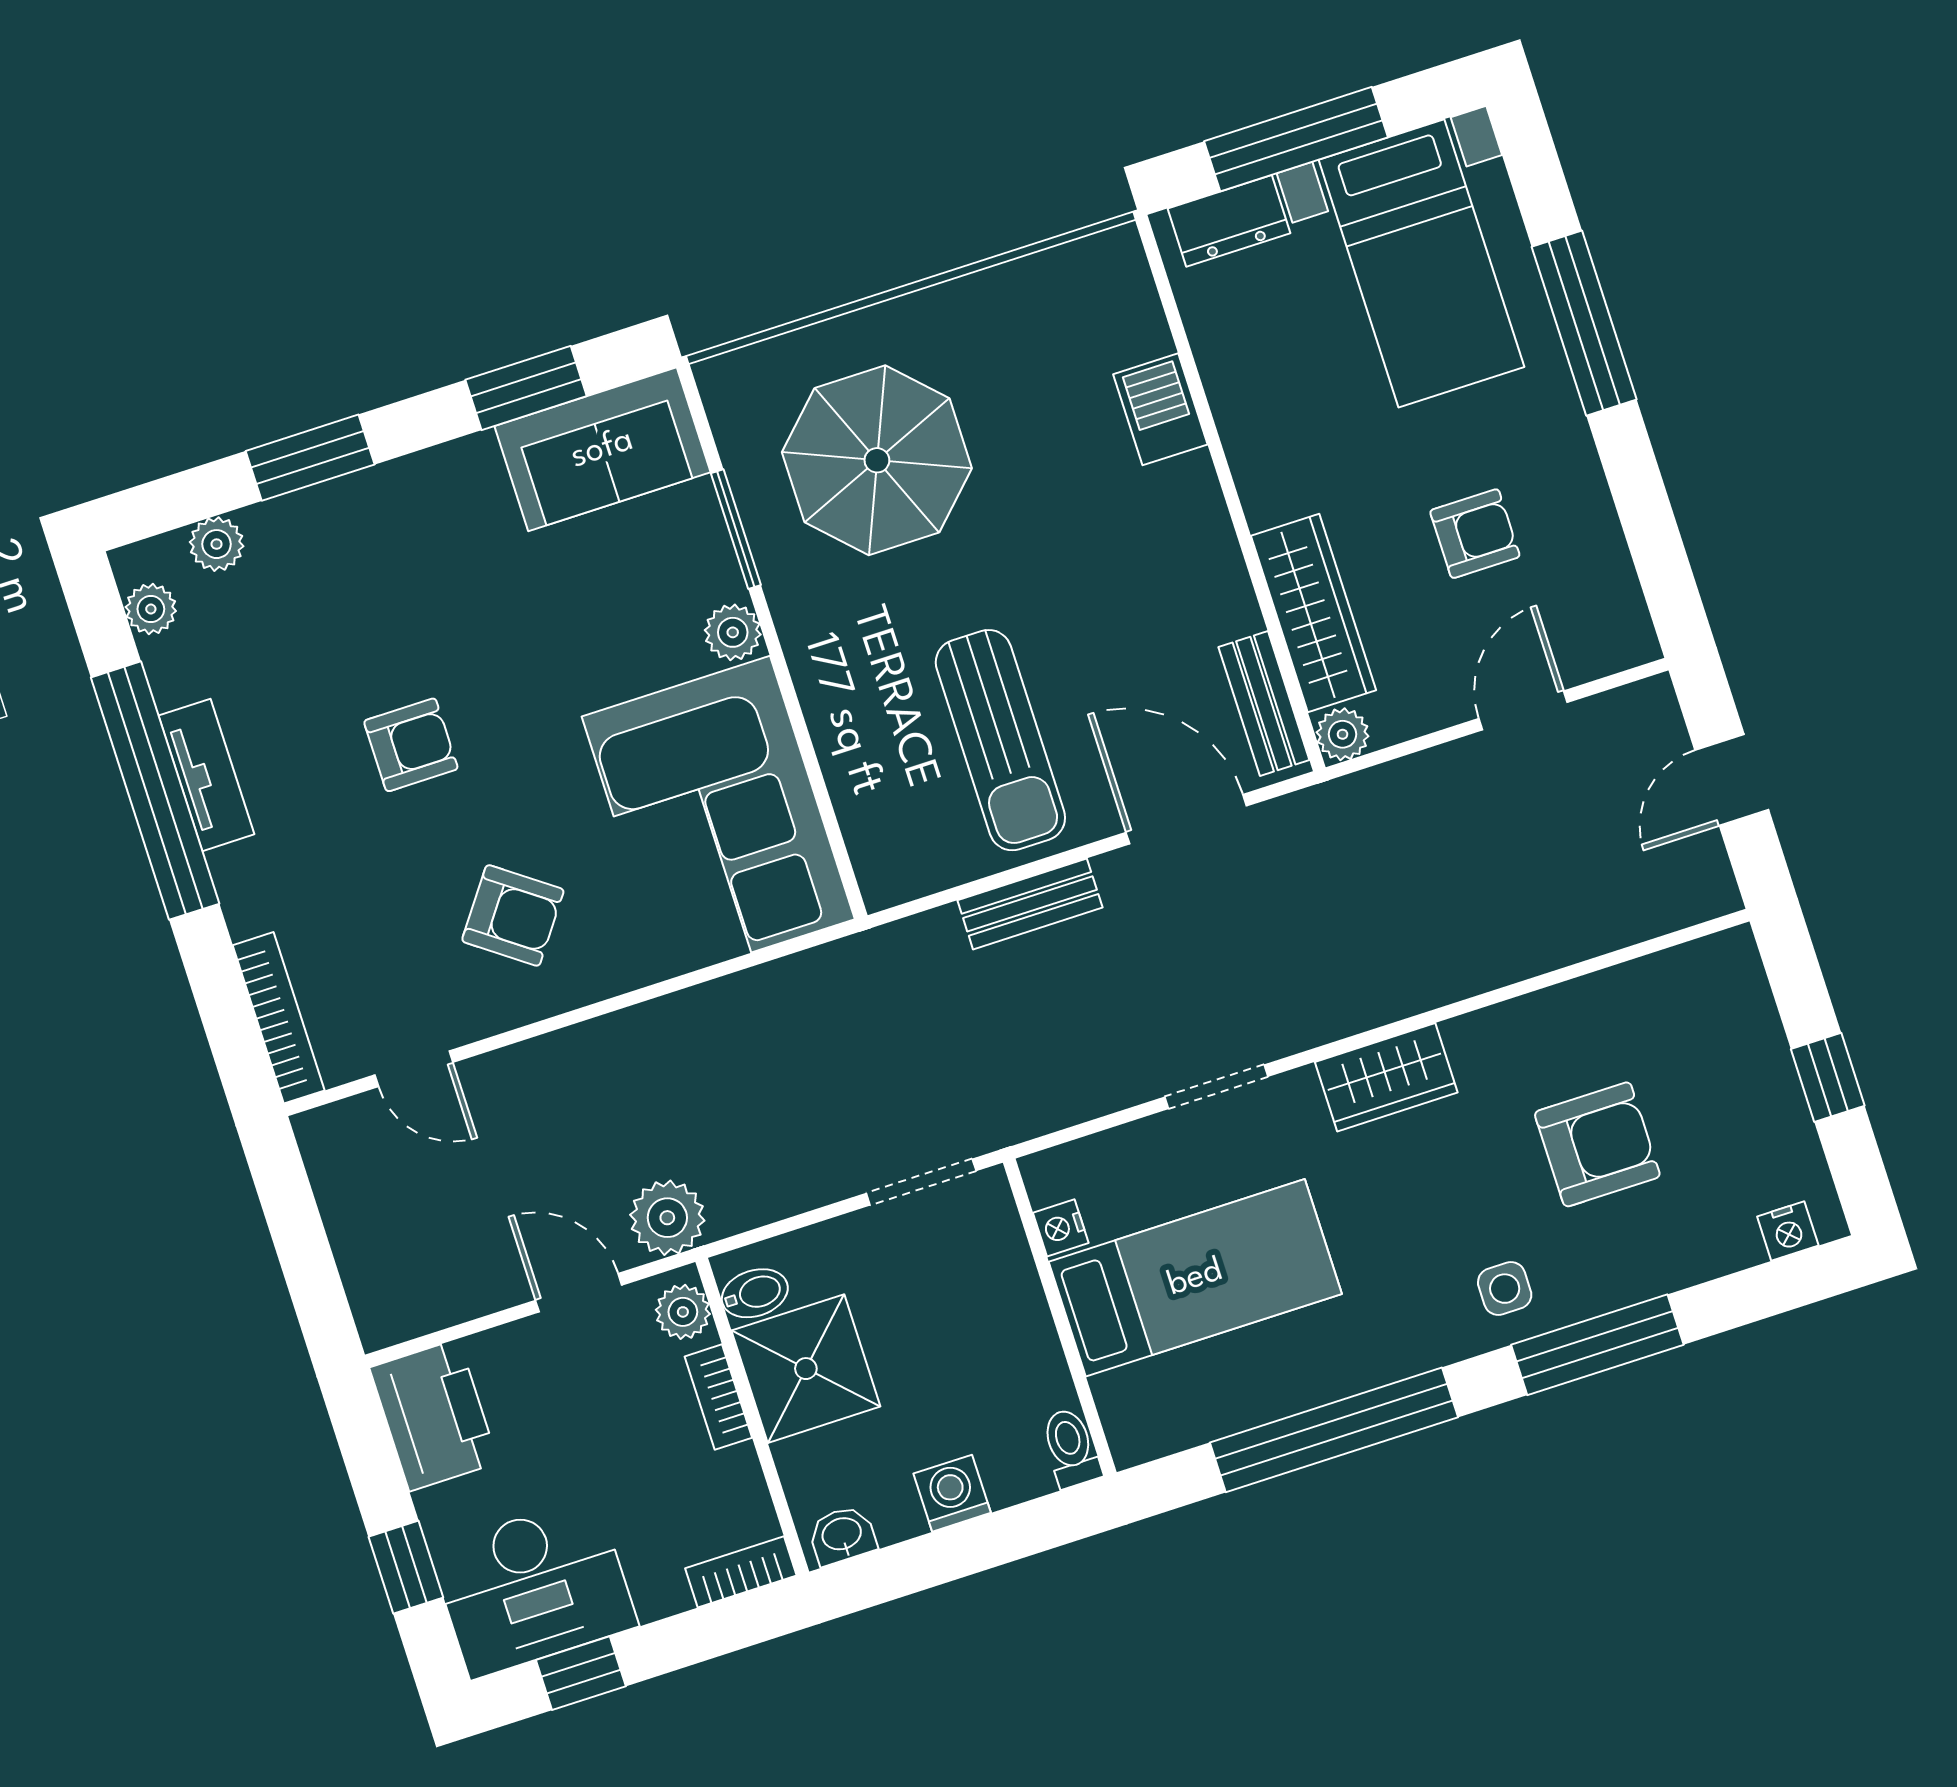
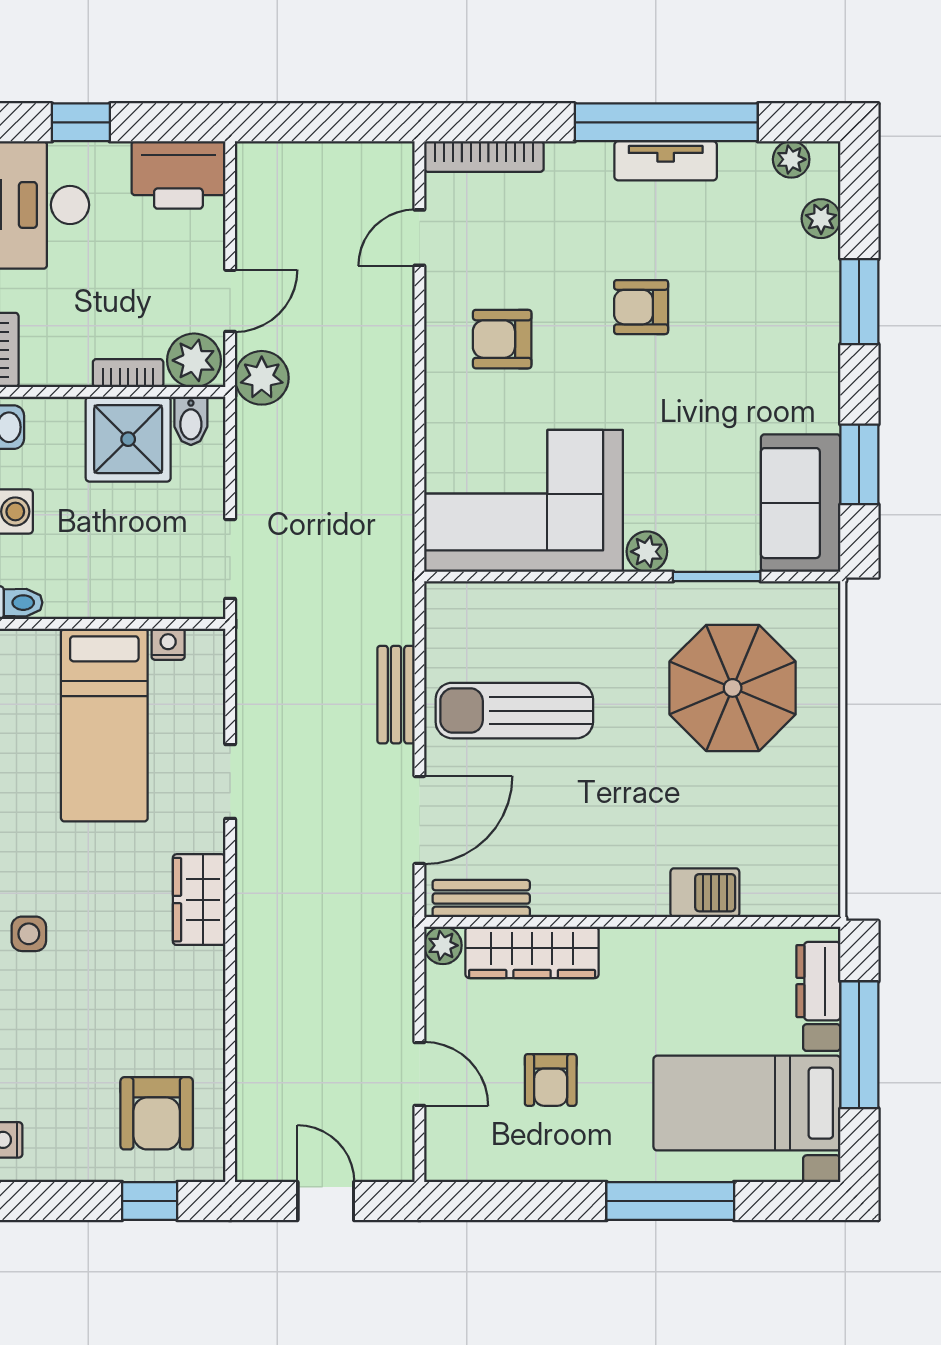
armchair: (411, 745) -> (641, 307), turned 90
armchair: (513, 915) -> (502, 339), turned 54
window: (1828, 1077) -> (150, 1201), moved
armchair: (1597, 1144) -> (157, 1113), moved
plant: (683, 1312) -> (194, 360), width x1.38, depth x1.38

